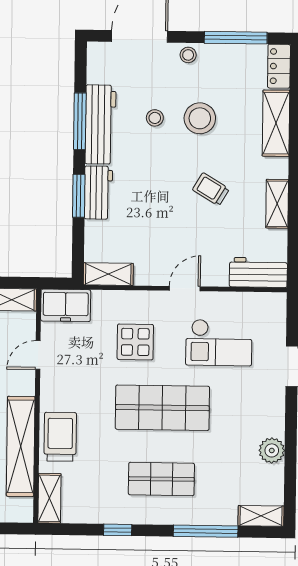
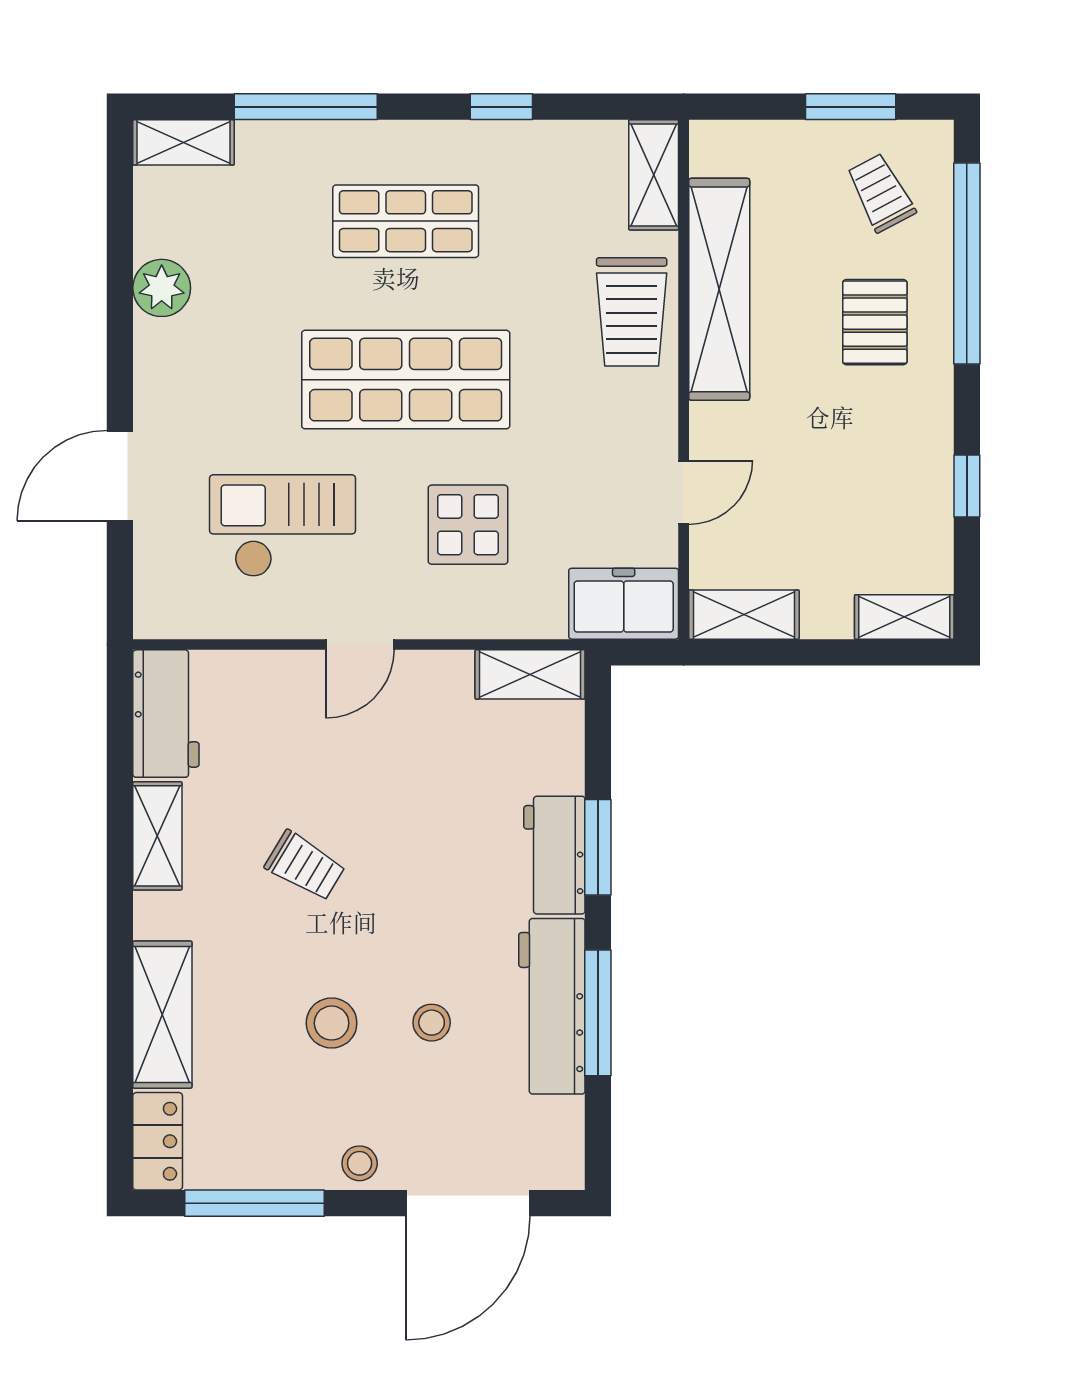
stool: (200, 118) -> (332, 1023), width x0.73, depth x0.73
workbench: (258, 272) -> (166, 714), moved, turned -90

